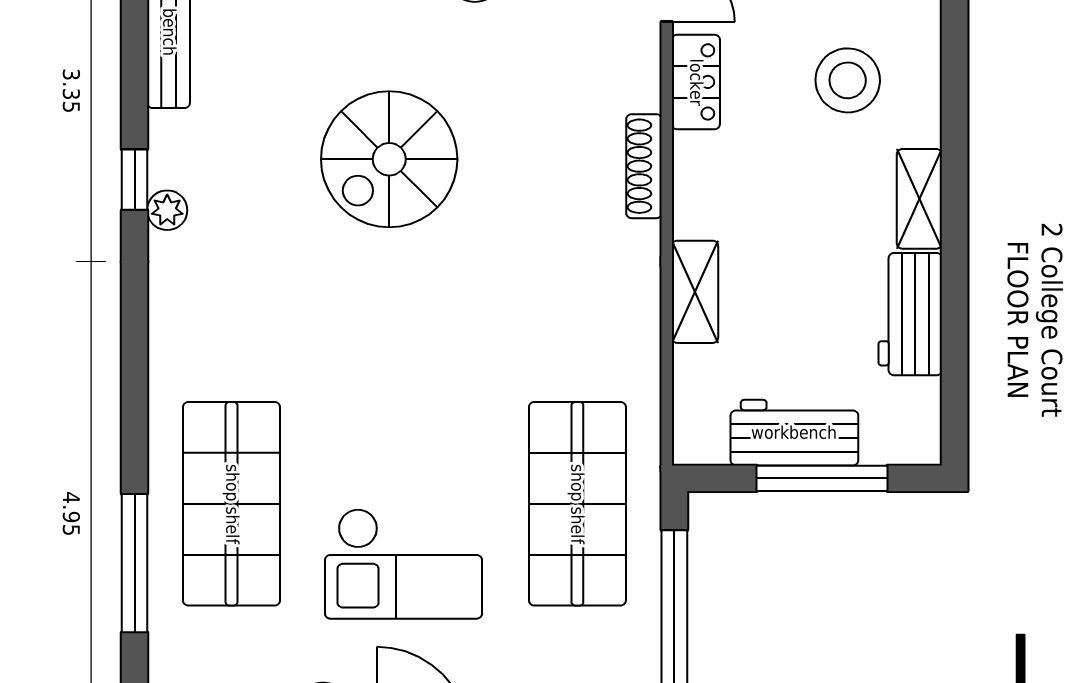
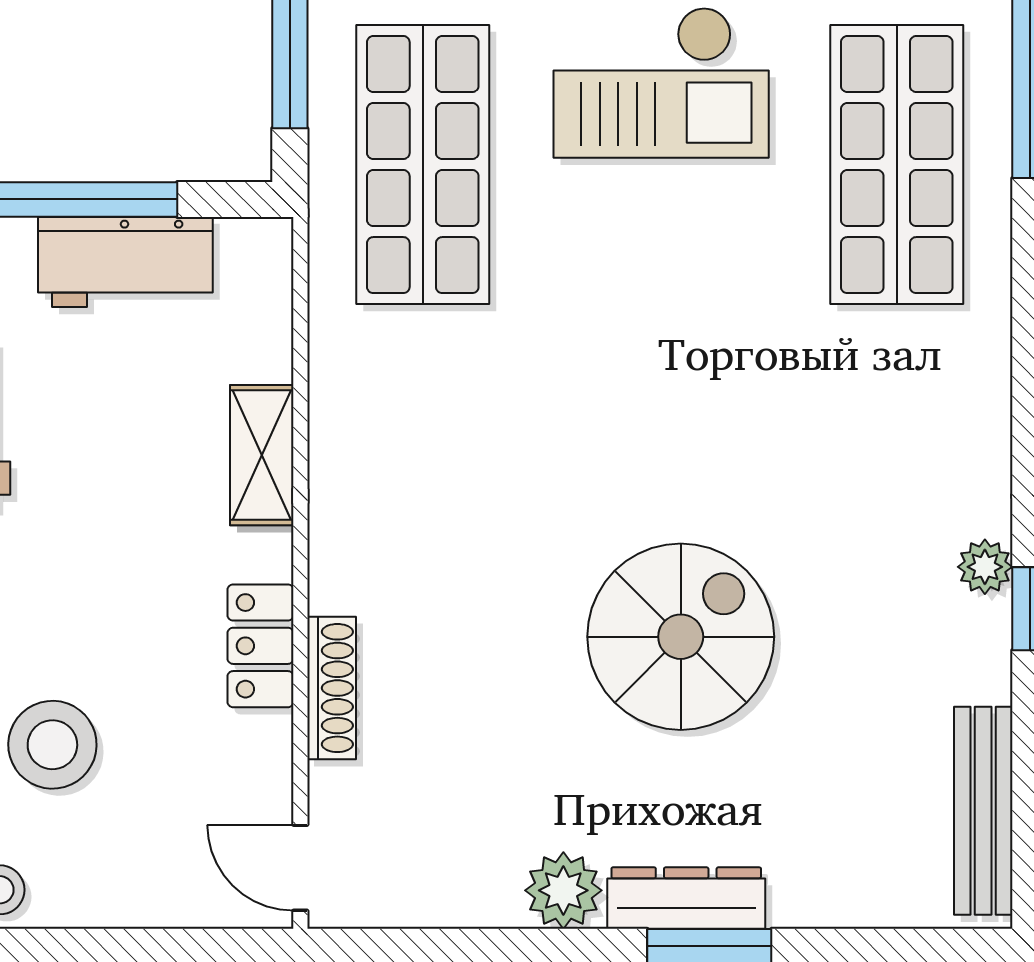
locker: (696, 82) -> (260, 646), moved
shoe rack: (644, 166) -> (332, 688), moved
checkout: (403, 564) -> (661, 82), turned 180

